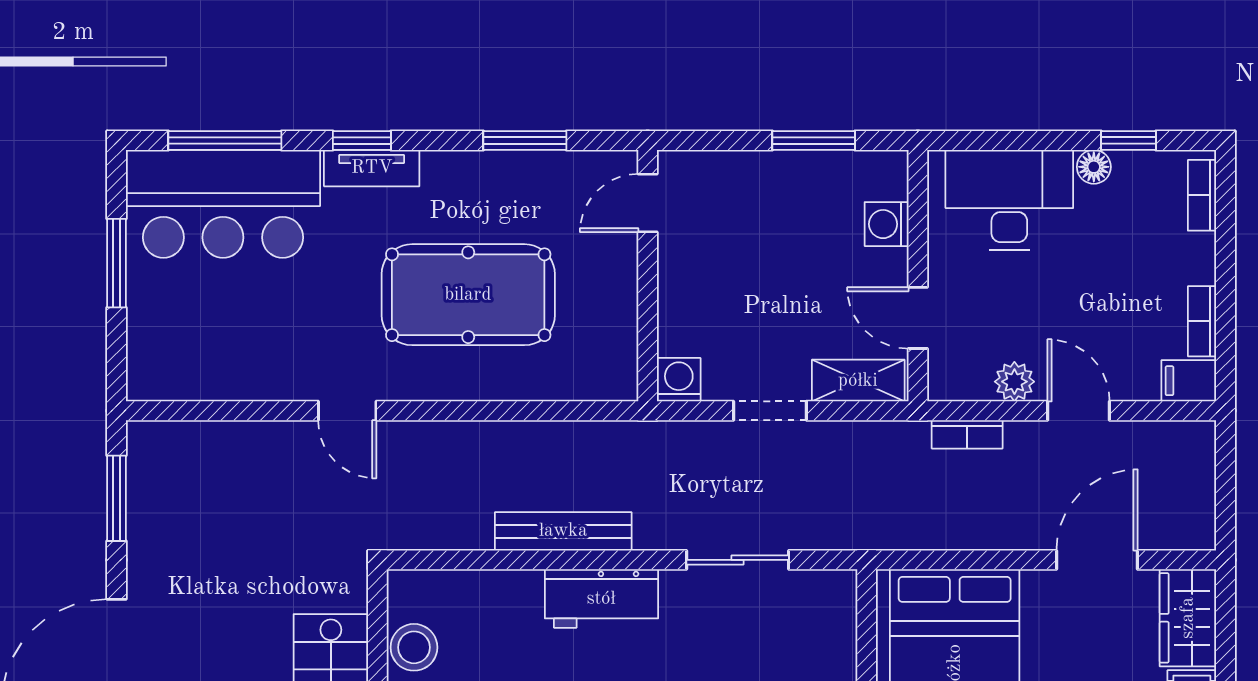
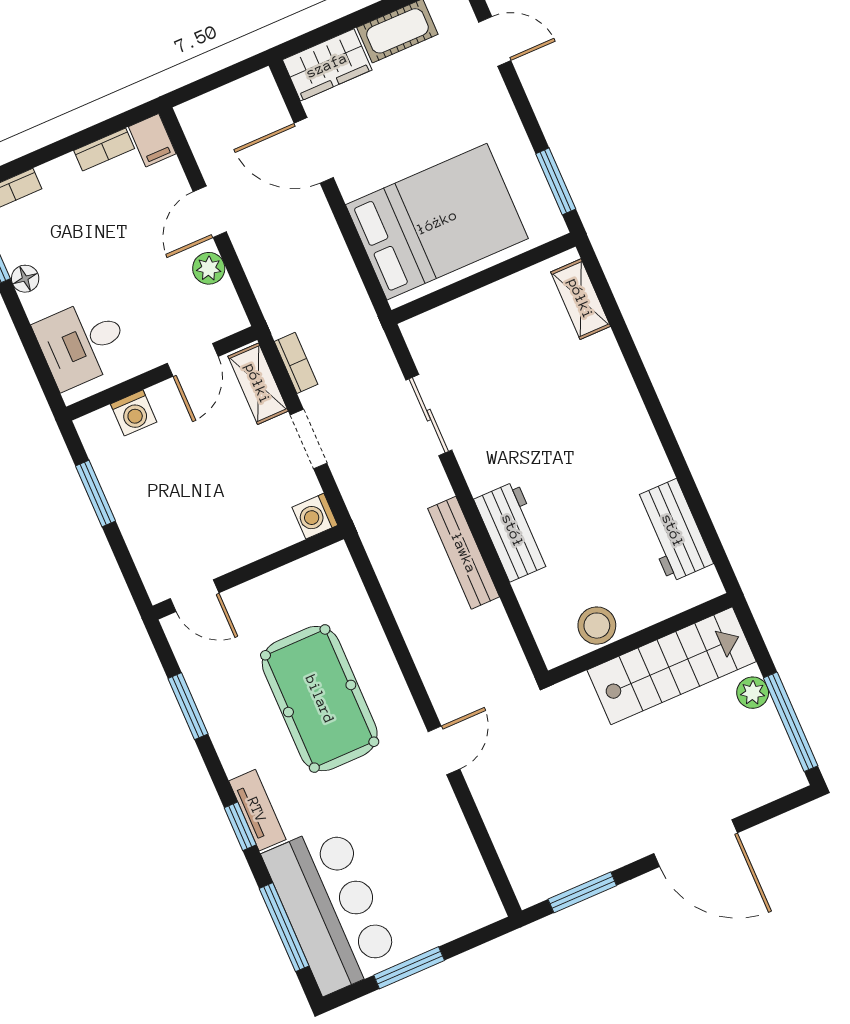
desk: (1009, 200) -> (82, 343), width x0.73
bookcase: (967, 434) -> (296, 363), moved
workbench: (601, 599) -> (513, 531), moved

